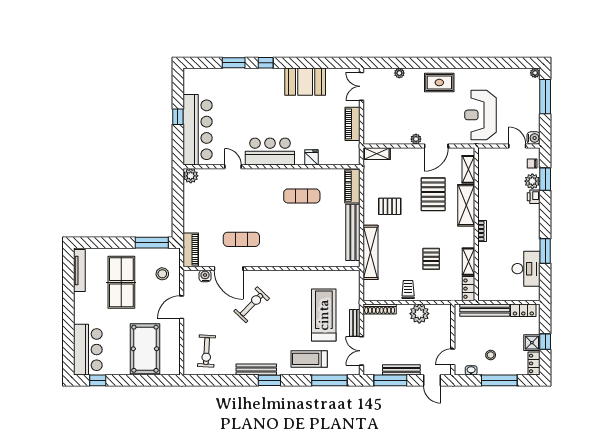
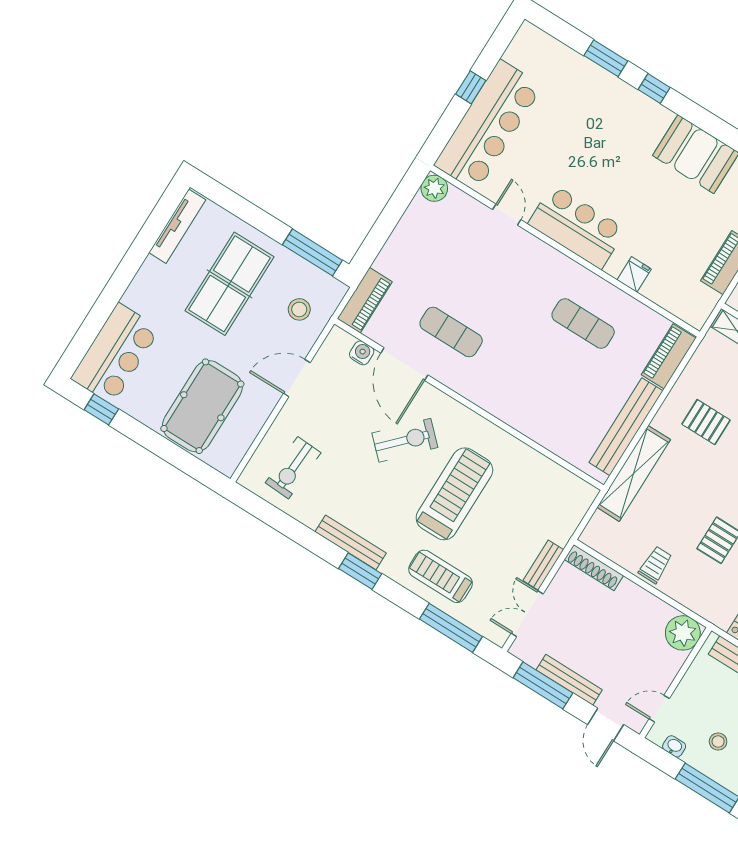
plant: (419, 314) -> (683, 633), moved
treadmill: (324, 315) -> (454, 494), moved

